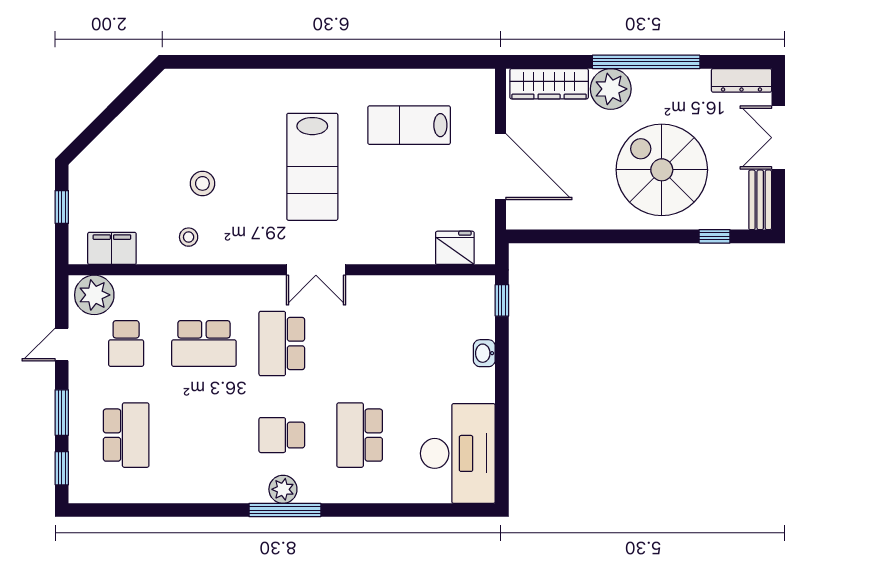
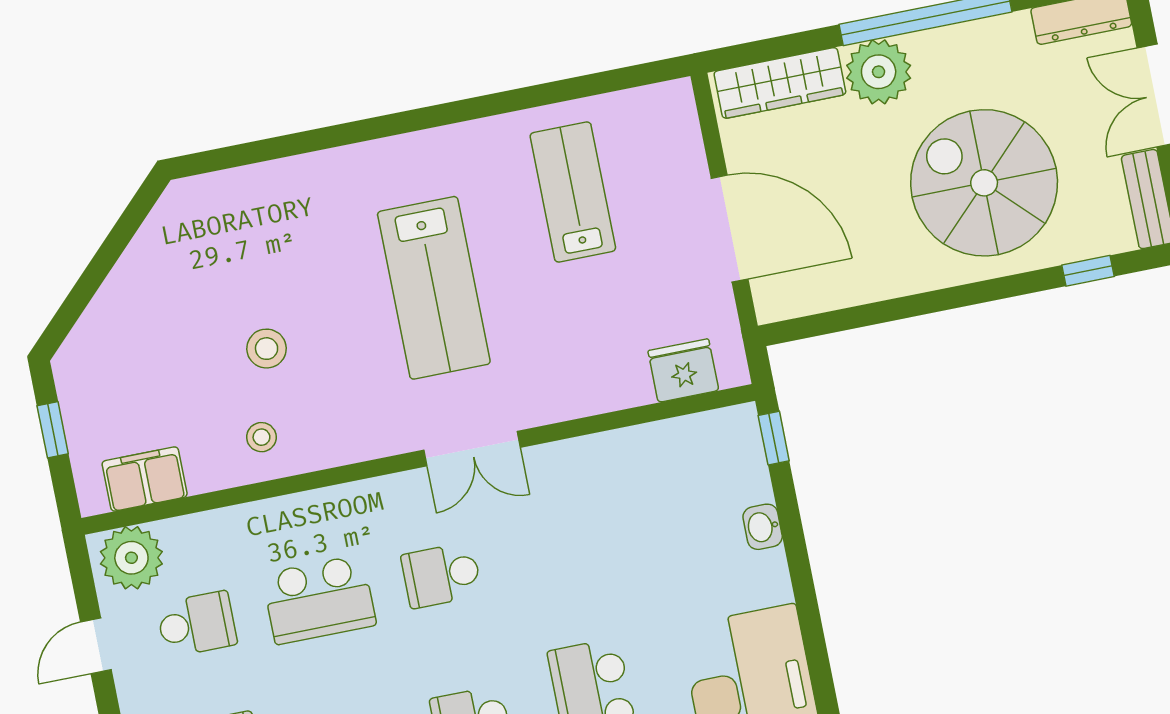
lab bench: (409, 125) -> (573, 192), turned 90
school desk: (126, 343) -> (197, 624), turned -90
school desk: (282, 343) -> (441, 575), width x0.54

